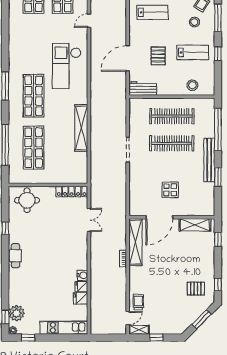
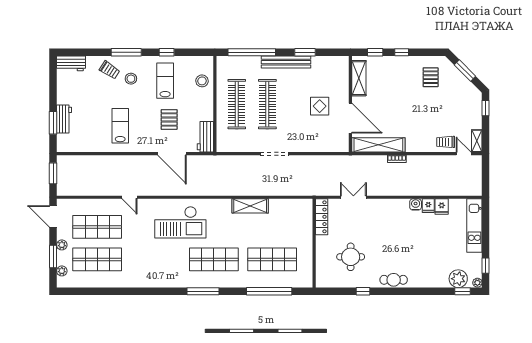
pallet: (158, 56) -> (169, 119), turned 90
shelving: (81, 128) -> (250, 206), width x0.68
round table: (27, 200) -> (351, 257), moved
window: (218, 285) -> (402, 52), moved
window: (156, 338) -> (486, 108), moved

